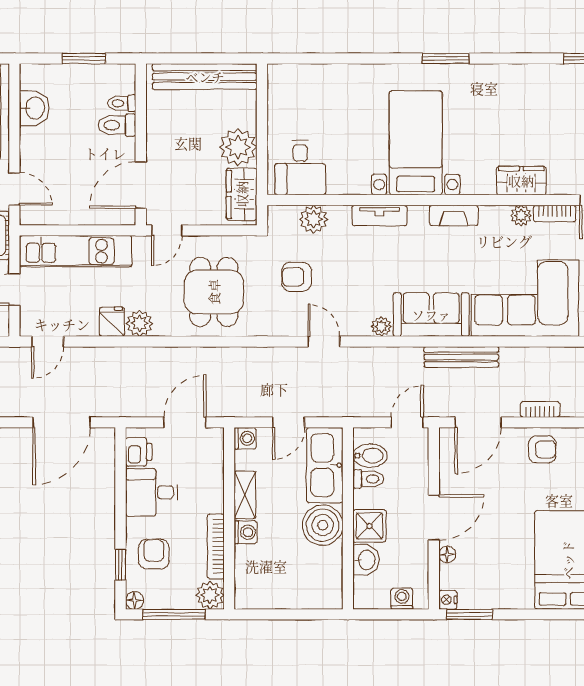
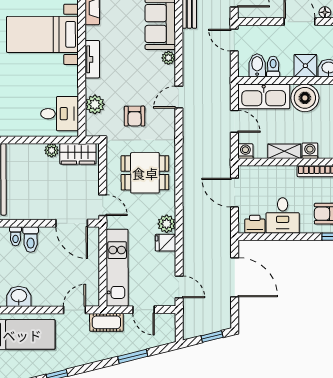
plant: (238, 147) -> (52, 150), width x0.53, depth x0.53

